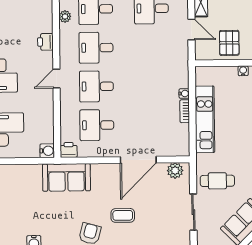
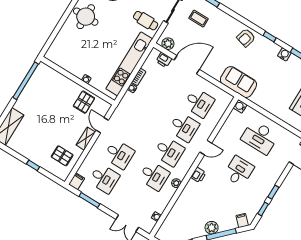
kitchen unit: (205, 119) -> (129, 64), width x1.36
printer: (69, 150) -> (164, 60), moved
coffee table: (123, 215) -> (199, 19), moved

